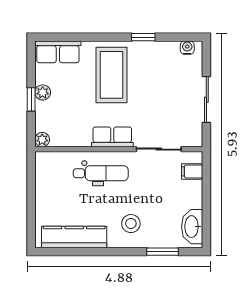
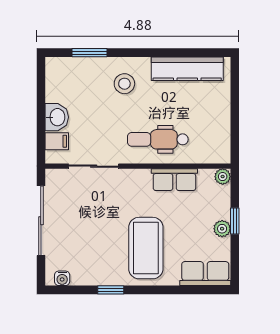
sliding door: (206, 100) -> (41, 221), width x1.37
row of seats: (112, 137) -> (174, 180), moved
washbasin: (192, 227) -> (57, 117), moved, width x0.72

